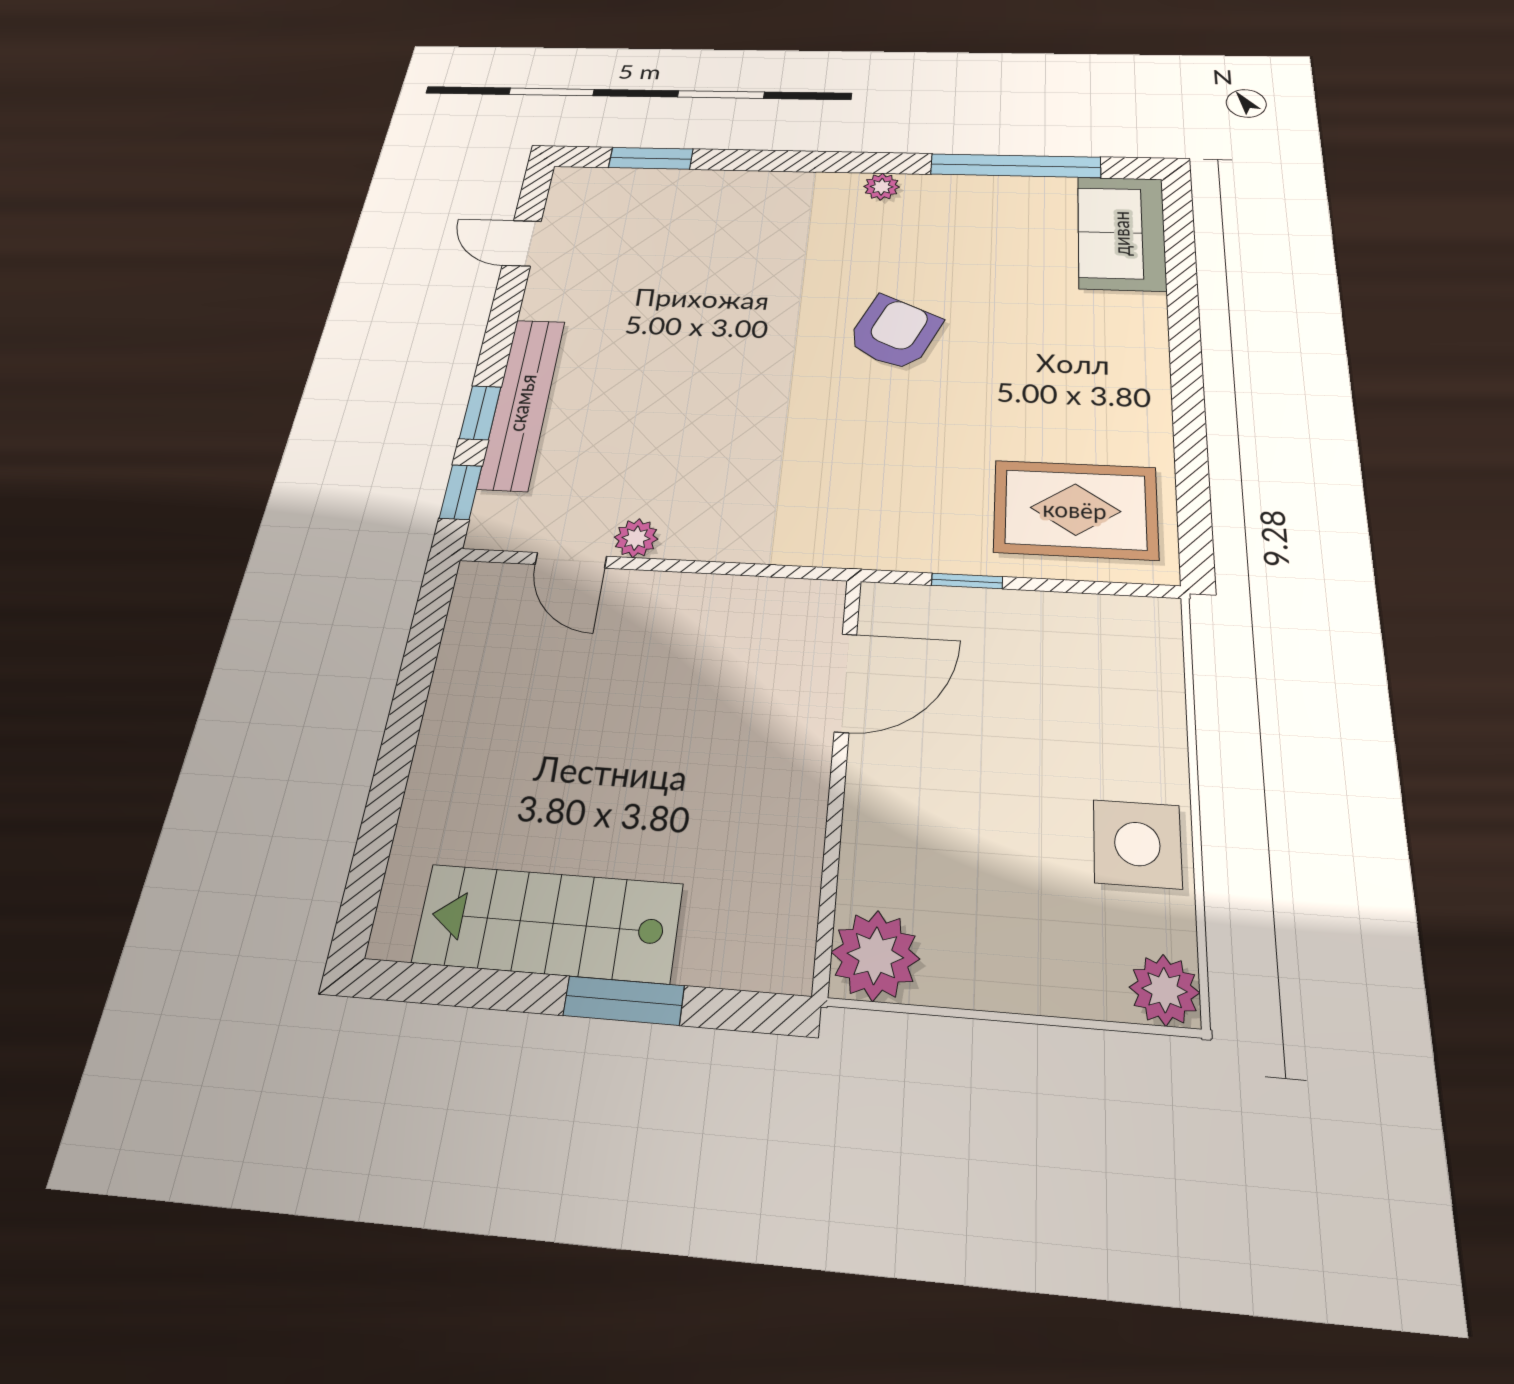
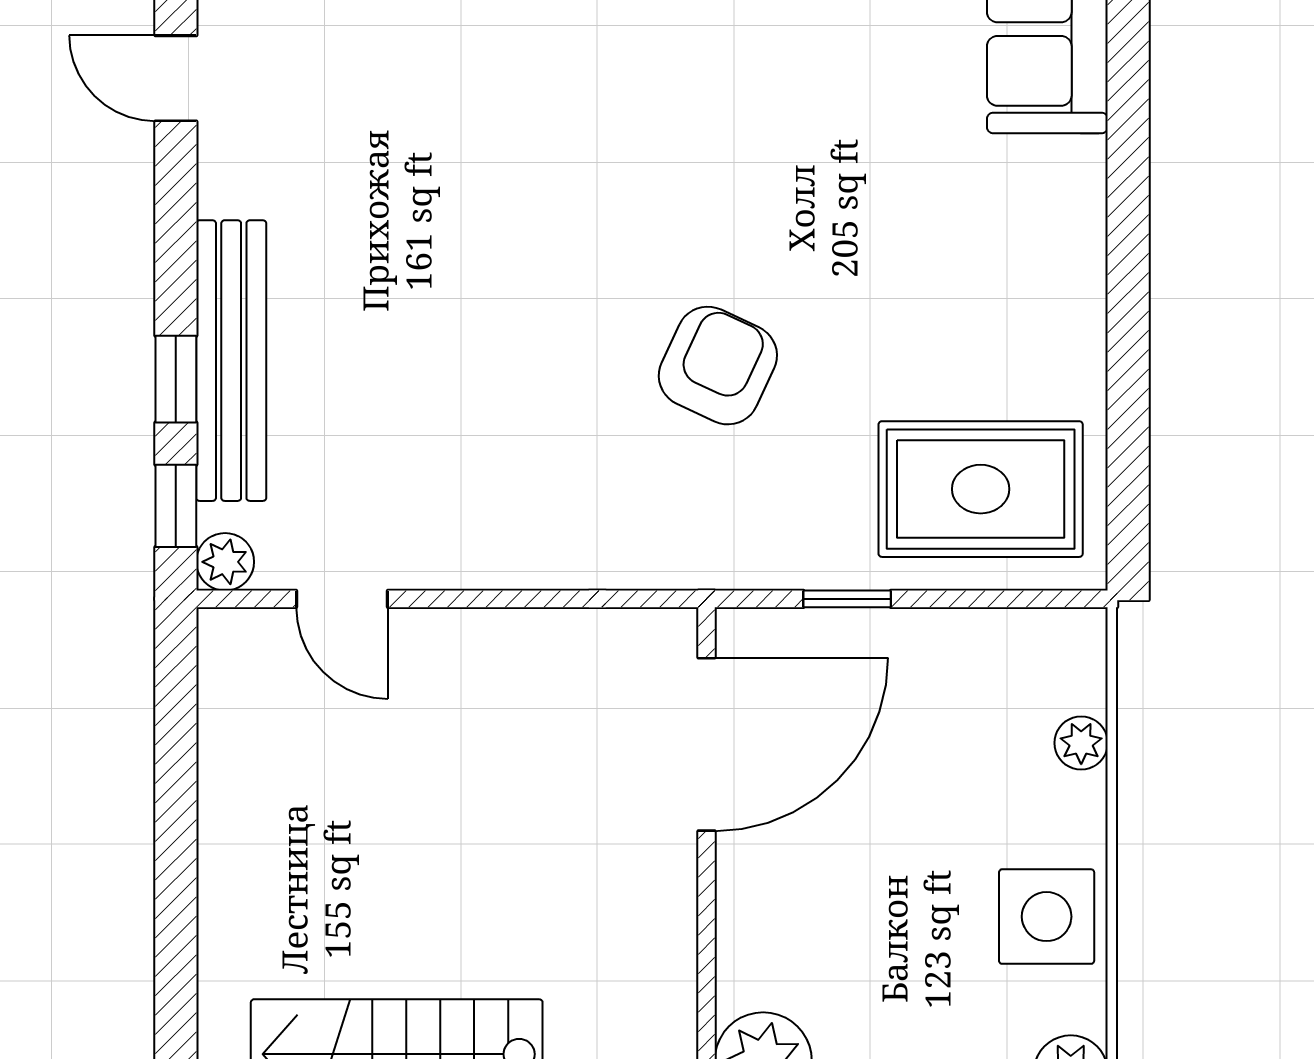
armchair: (894, 333) -> (718, 366), moved
plant: (636, 538) -> (225, 562), moved
door: (846, 683) -> (707, 744), width x1.36
plant: (1163, 701) -> (1081, 743), added

